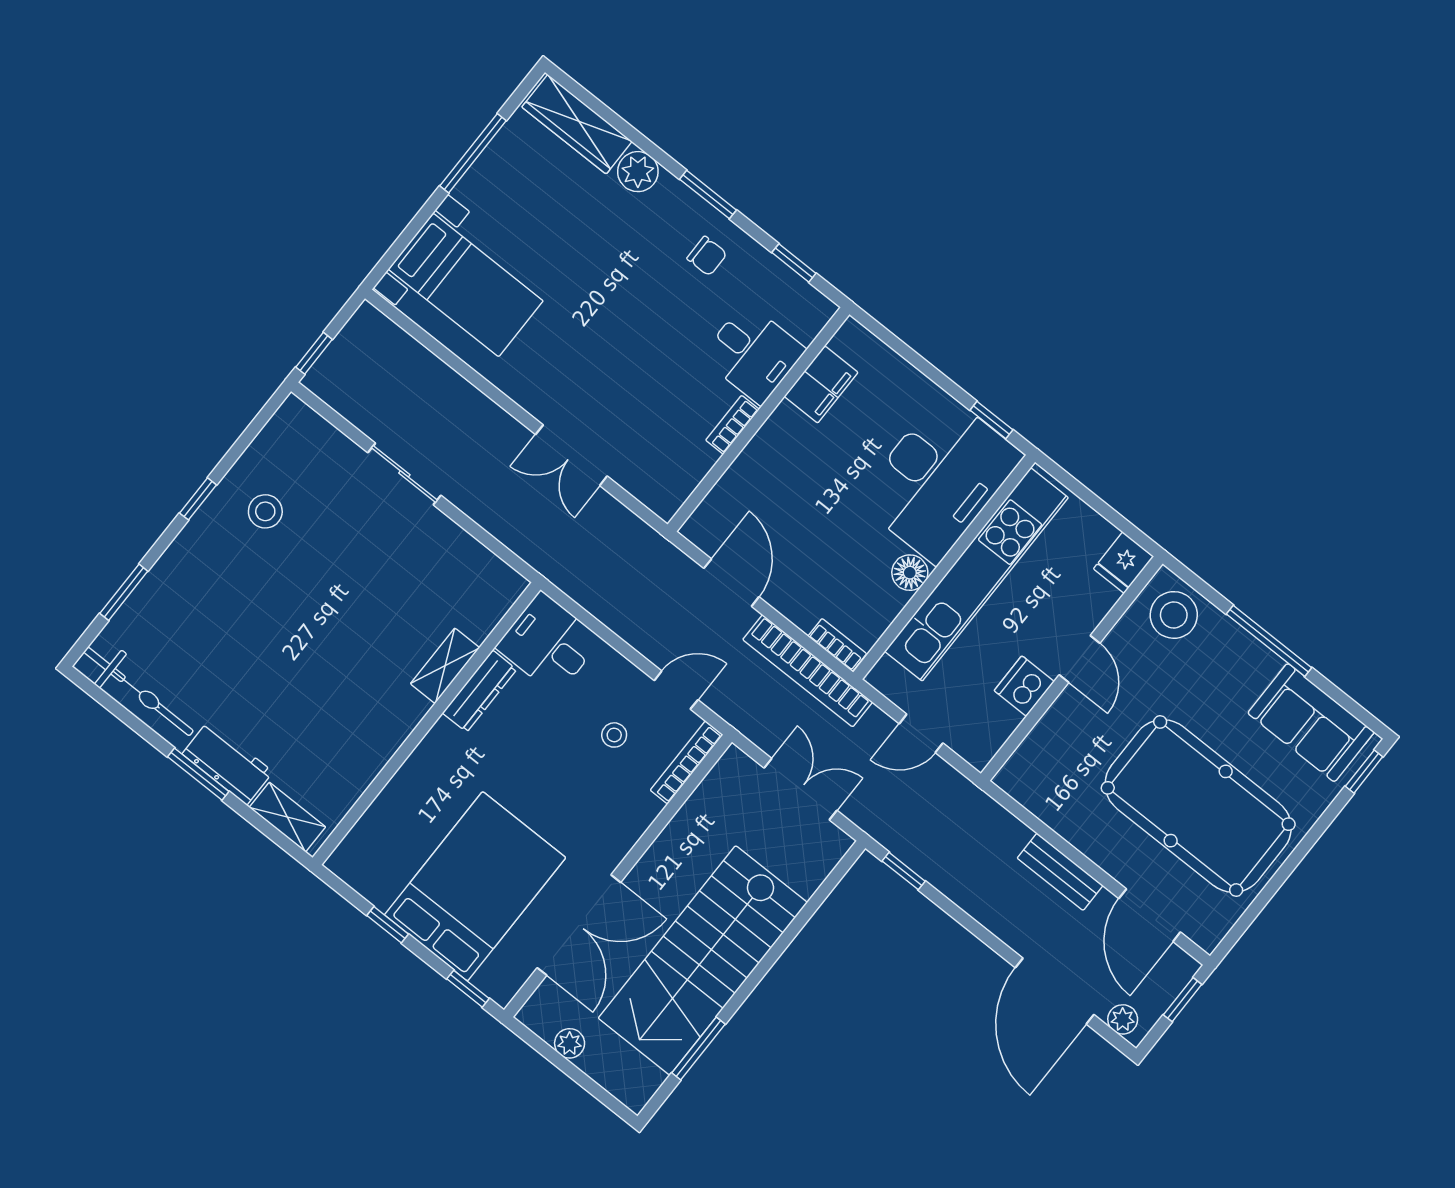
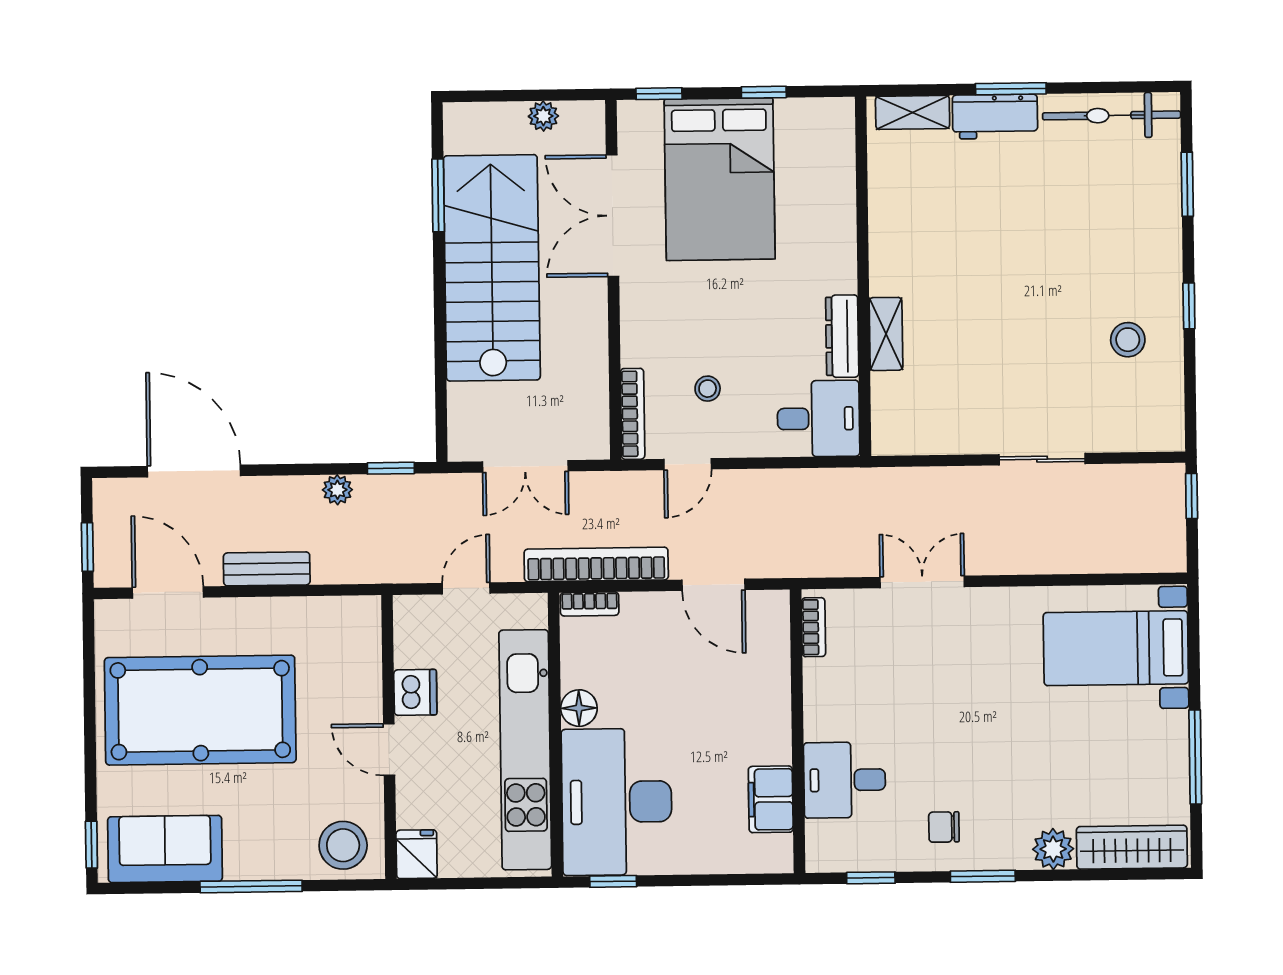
bookcase: (732, 425) -> (814, 627), moved
plant: (1123, 1019) -> (337, 490), moved

